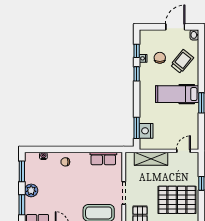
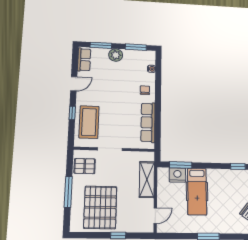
hospital bed: (177, 94) -> (197, 191), moved, turned 180
door: (184, 151) -> (155, 216), hinge flipped
row of seats: (103, 158) -> (148, 122), width x1.48

